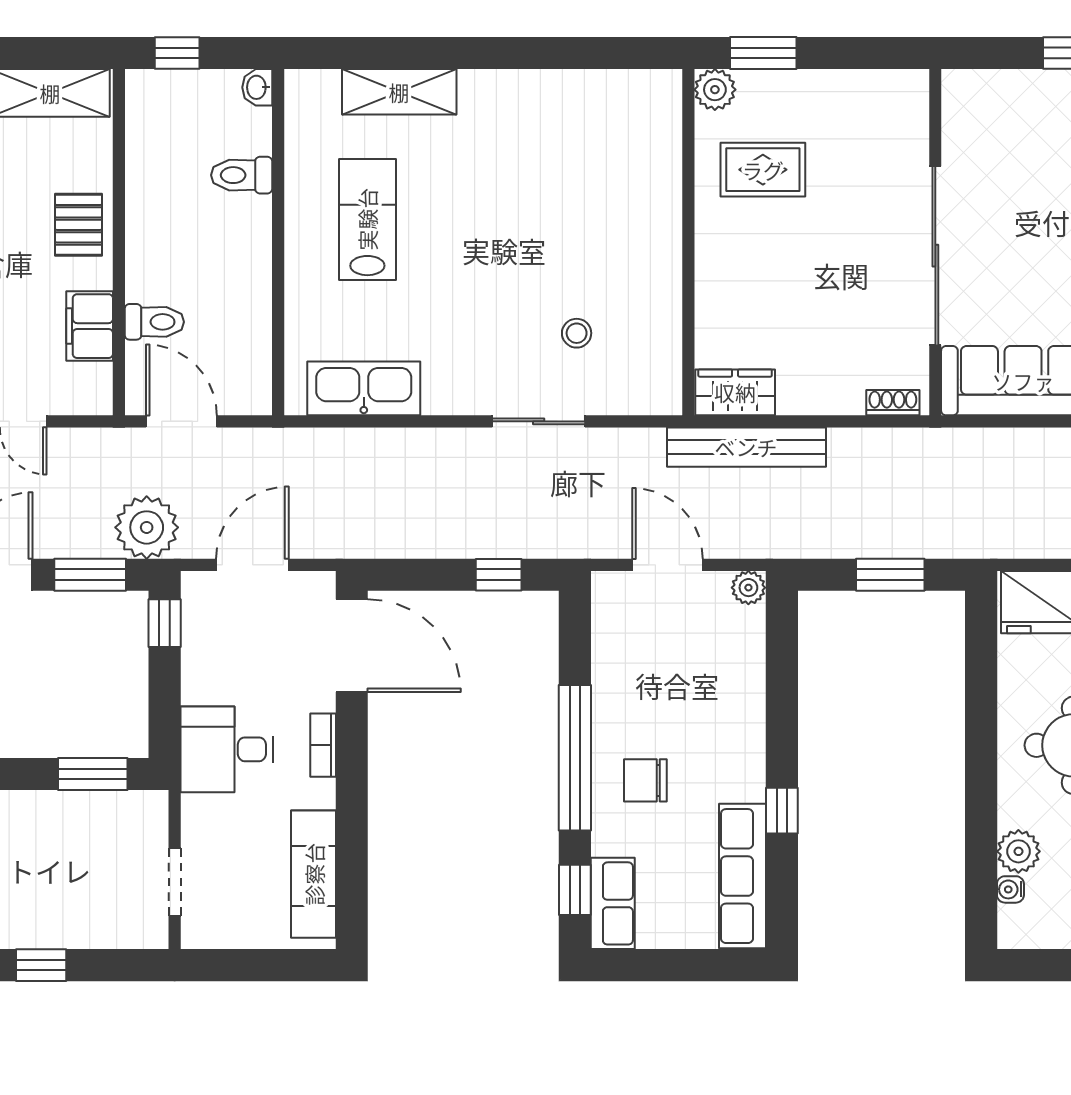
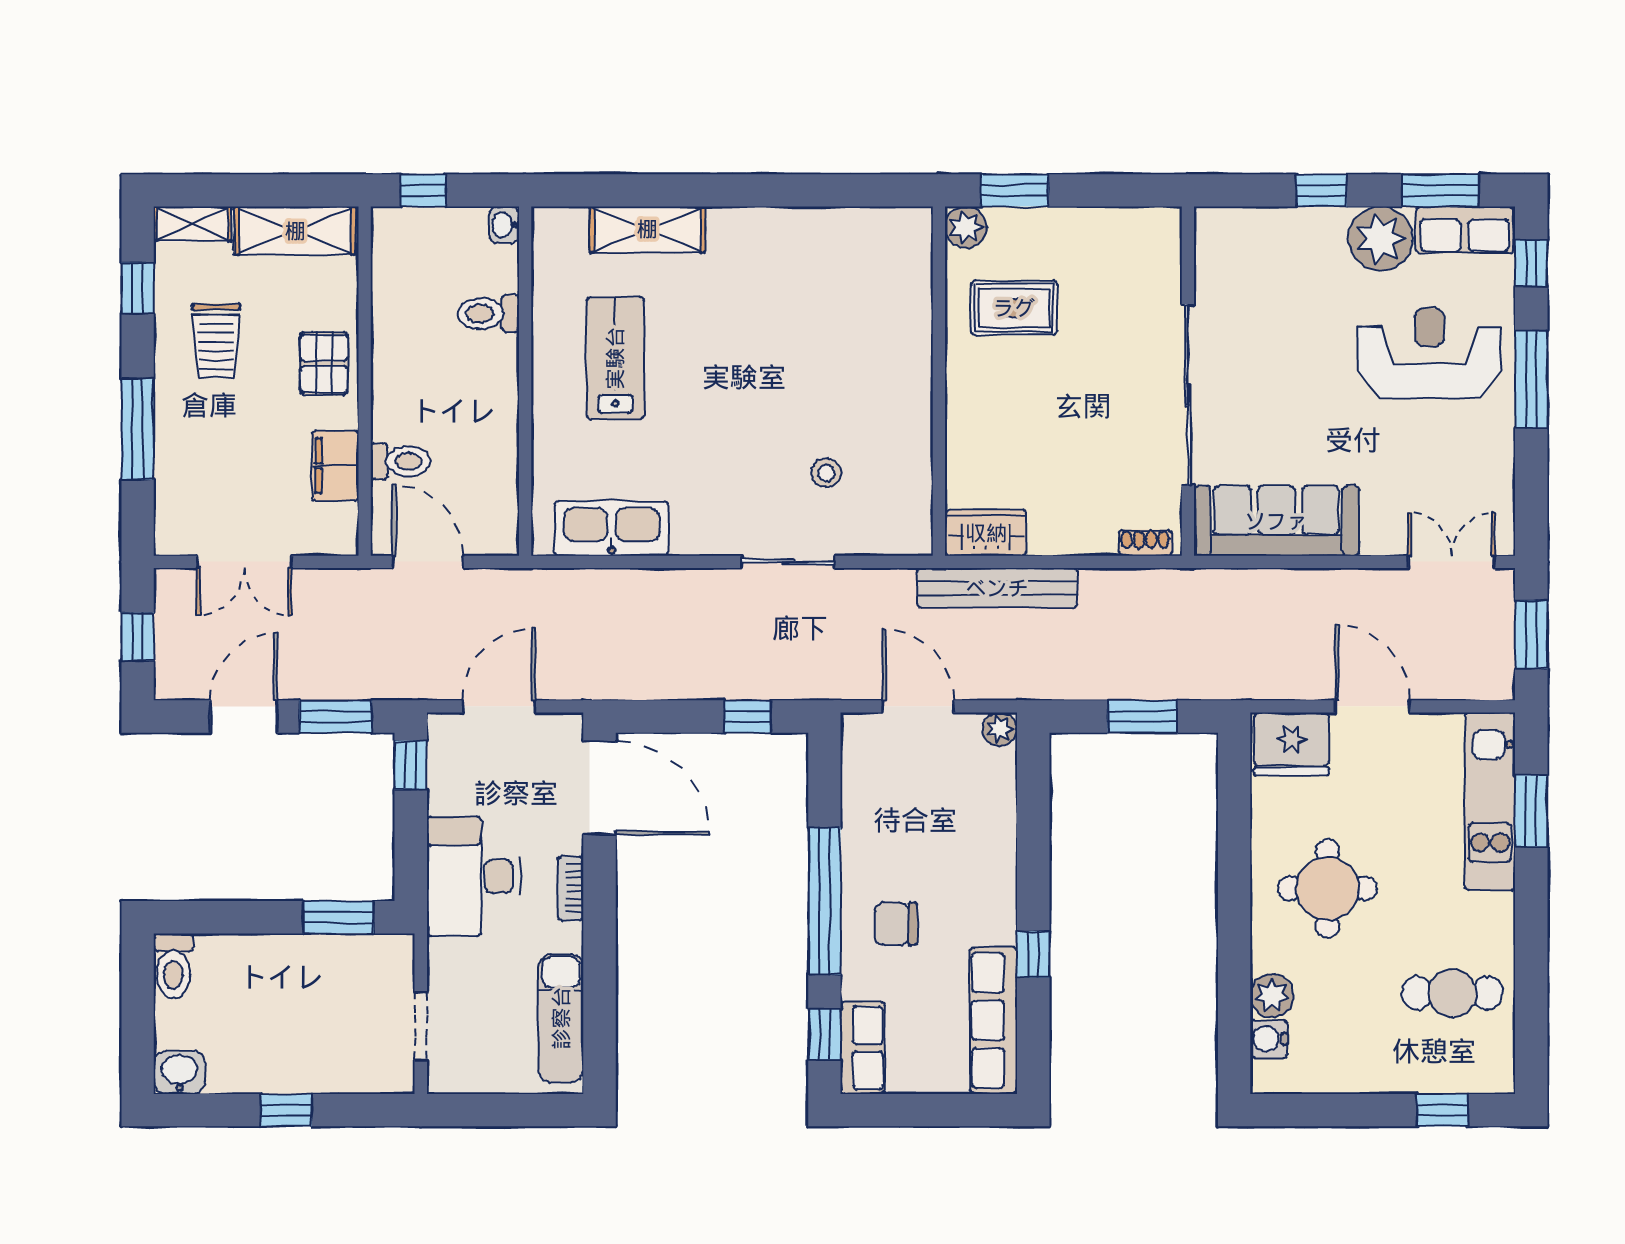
plant: (147, 527) -> (393, 669), removed
desk: (227, 749) -> (474, 876), width x1.37
water cooler: (1010, 889) -> (1269, 1039), width x1.38, depth x1.38

